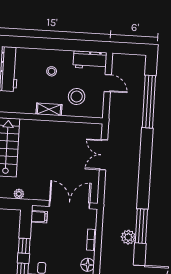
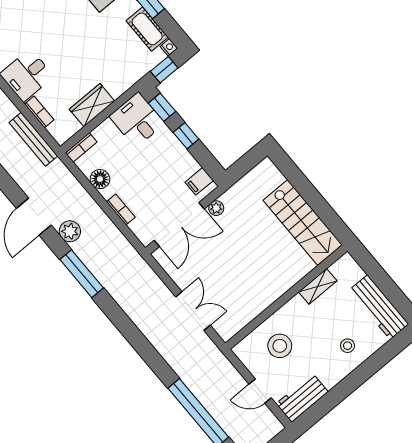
stool: (52, 71) -> (348, 346), moved
shelving: (49, 109) -> (318, 286), moved
plant: (19, 194) -> (216, 208), moved
plant: (128, 237) -> (70, 231), moved

